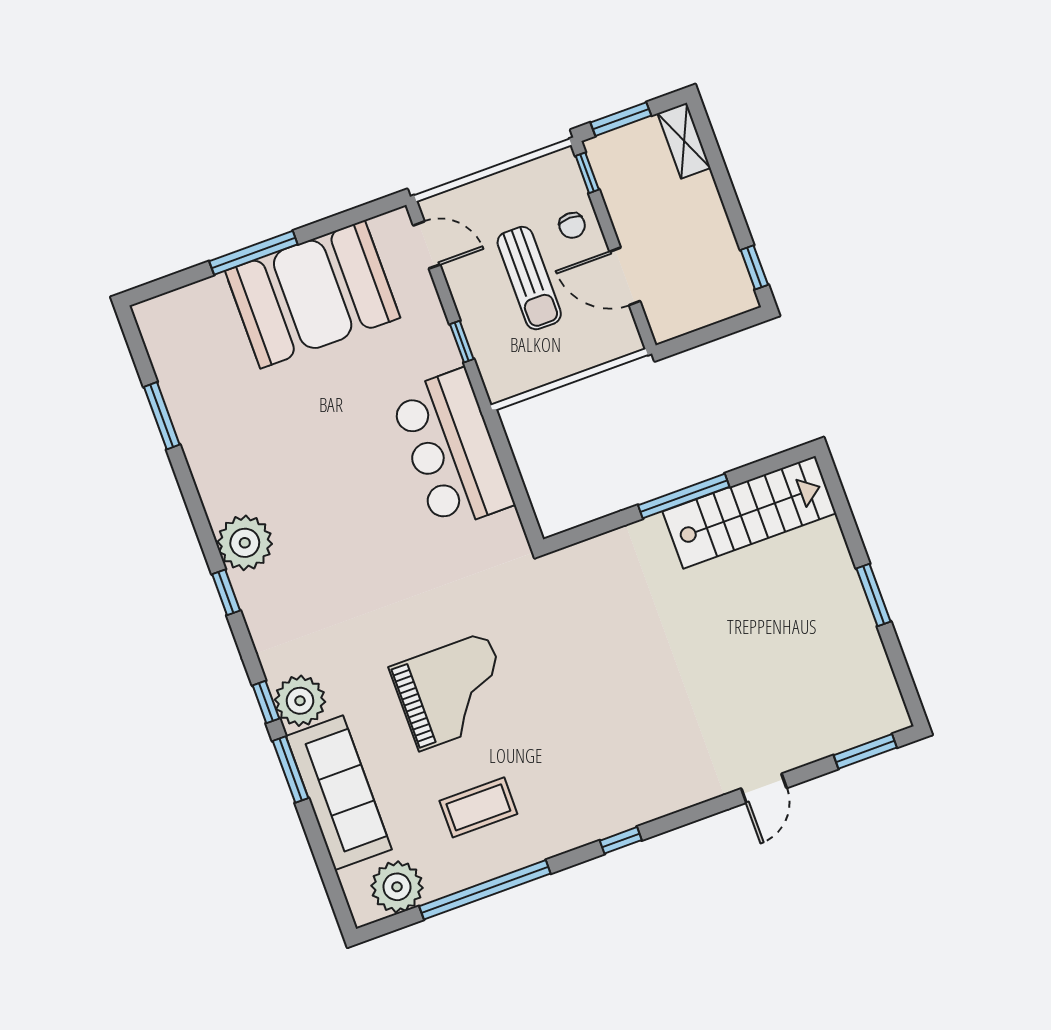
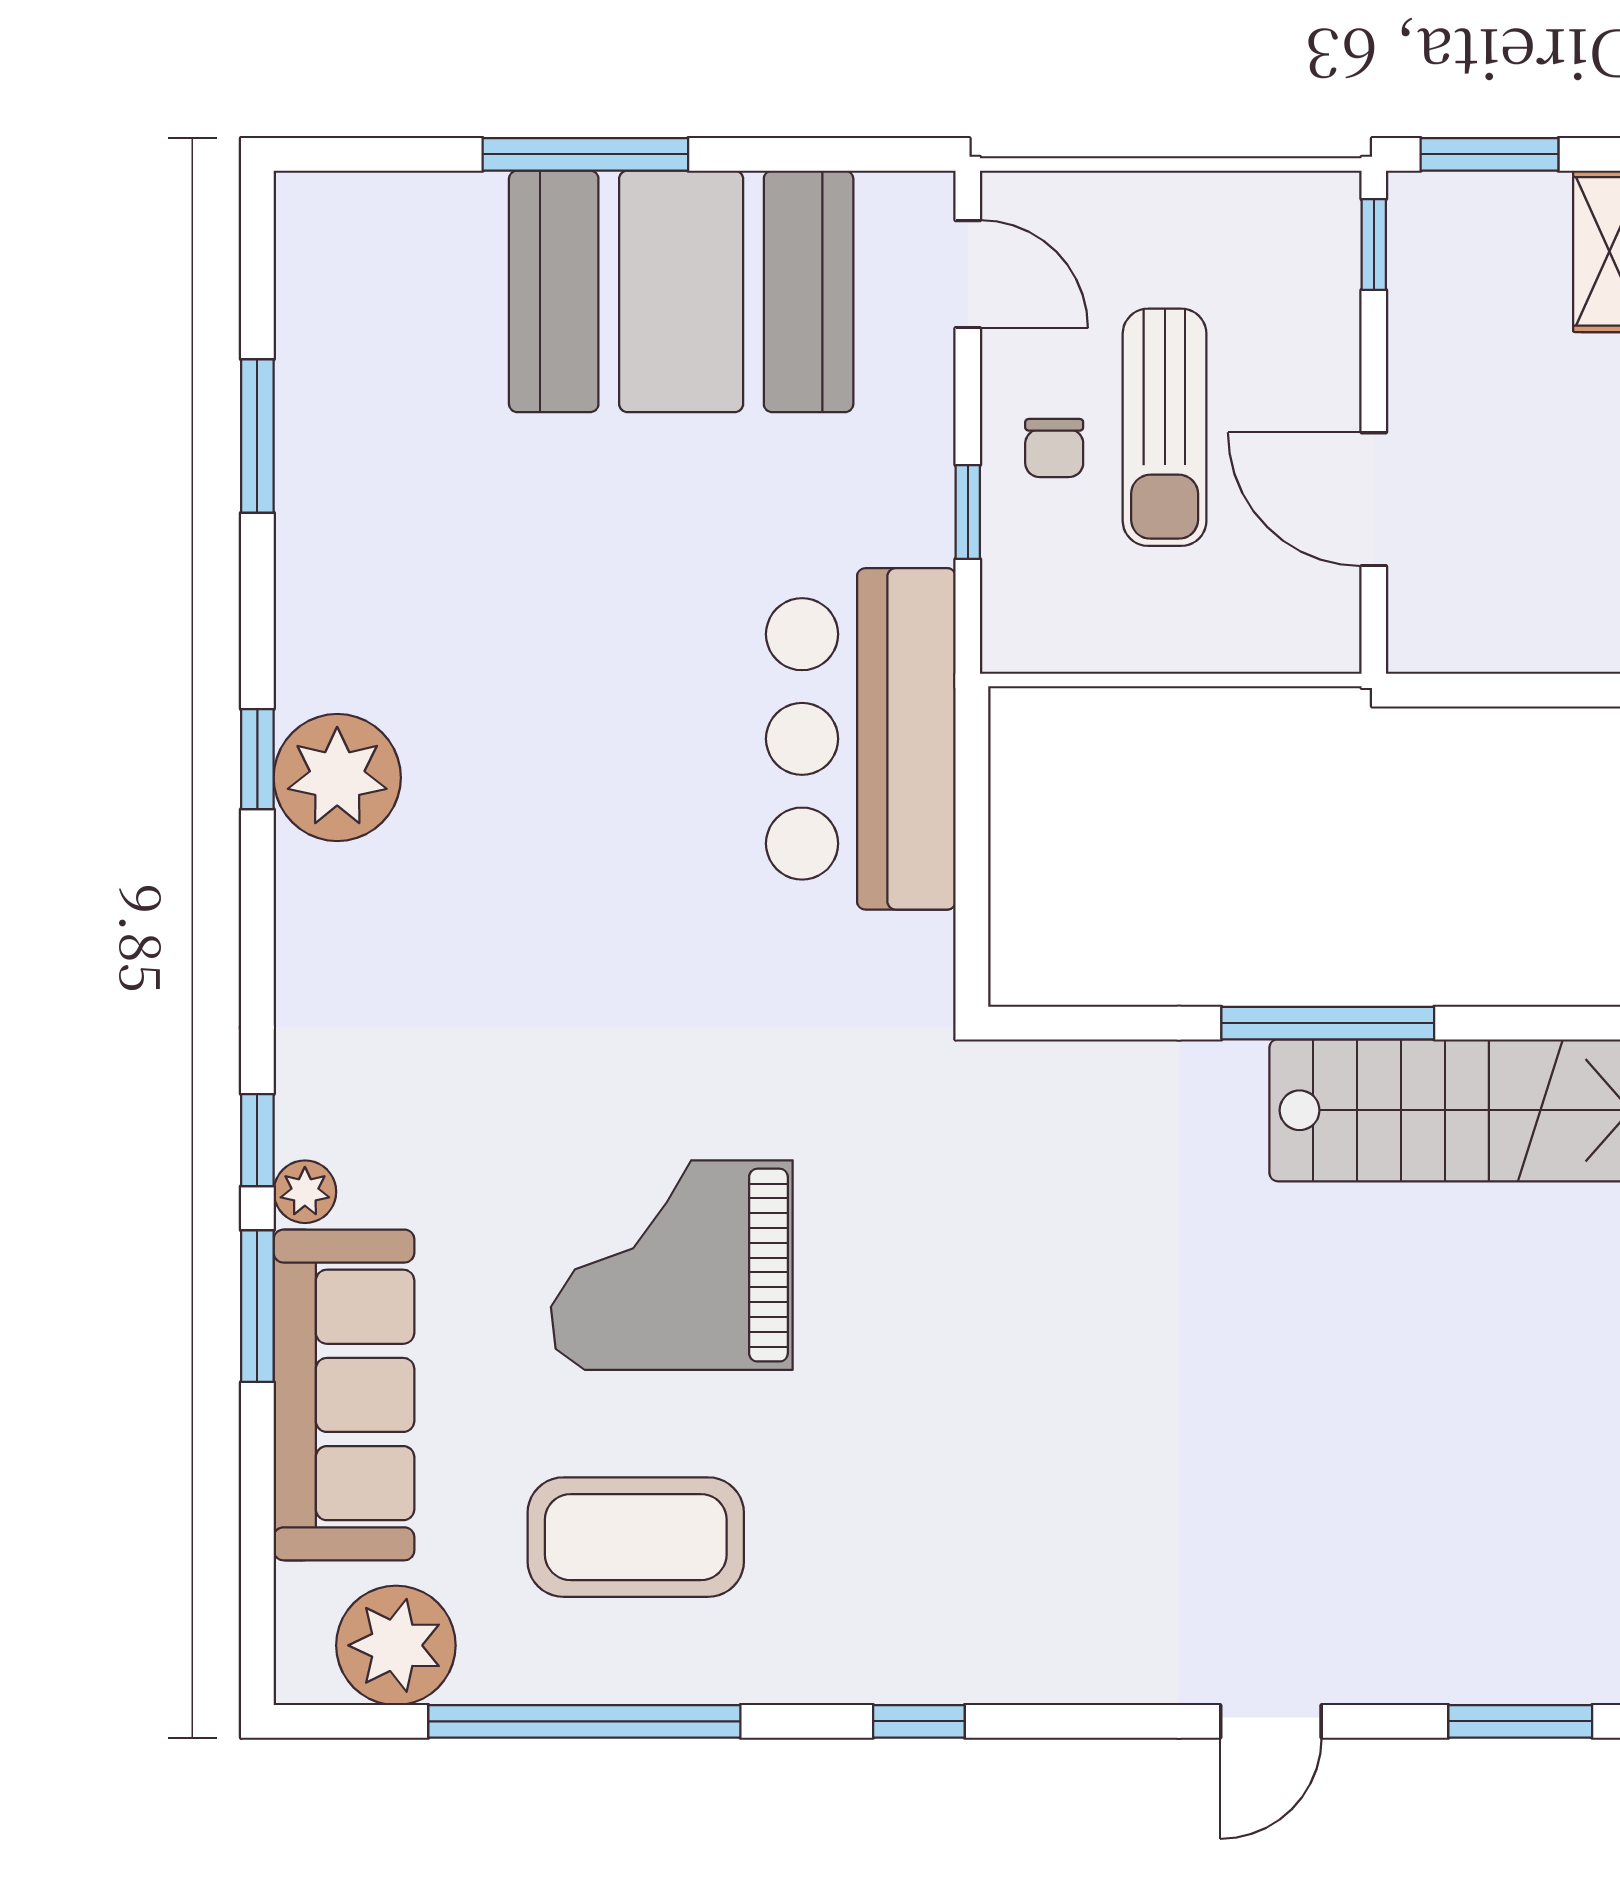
chair: (572, 225) -> (1054, 448), moved
window: (226, 592) -> (257, 759), moved
grand piano: (453, 691) -> (672, 1265), turned 180
plant: (300, 701) -> (305, 1192), width x0.53, depth x0.53
coffee table: (478, 807) -> (636, 1537), width x1.36, depth x1.32

